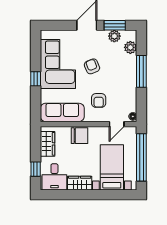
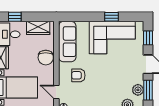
window: (58, 25) -> (148, 38), added
armchair: (92, 66) -> (110, 69), removed
window: (36, 79) -> (111, 17), moved

